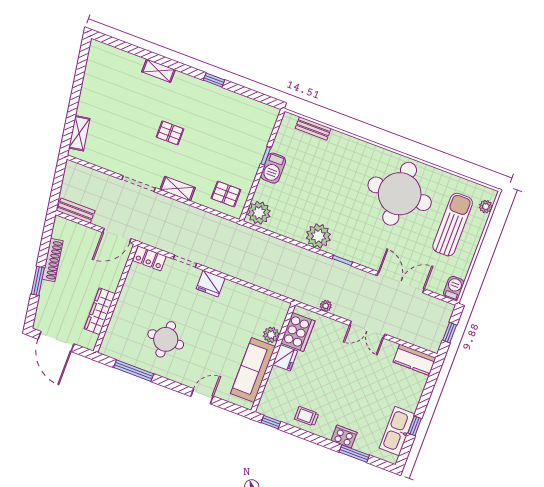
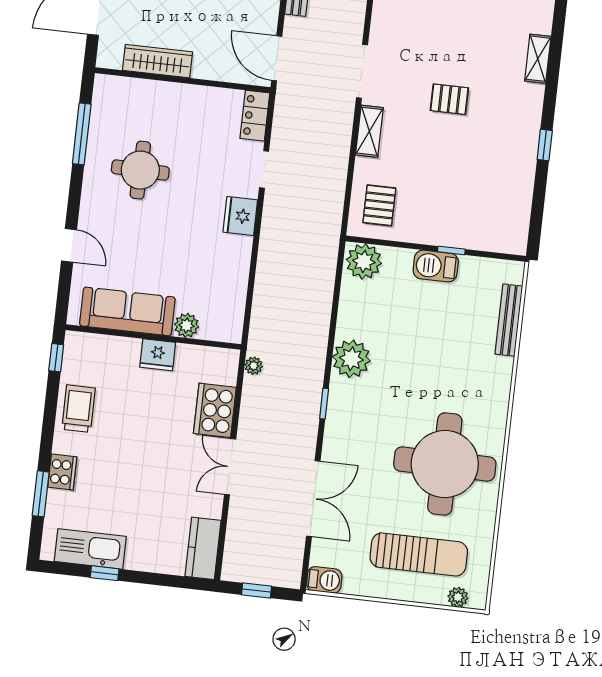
bench: (313, 128) -> (509, 320), width x1.36
pallet: (170, 133) -> (449, 99), turned 90
plant: (326, 306) -> (254, 366), moved
cooker: (298, 332) -> (215, 410), moved, turned 90
trolley: (307, 416) -> (78, 409), width x1.36, depth x1.39

